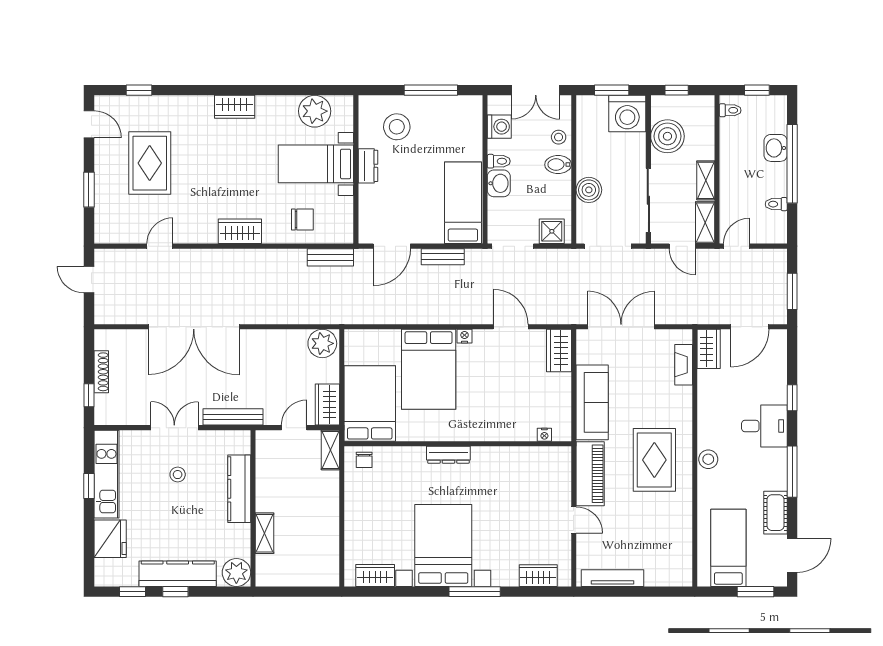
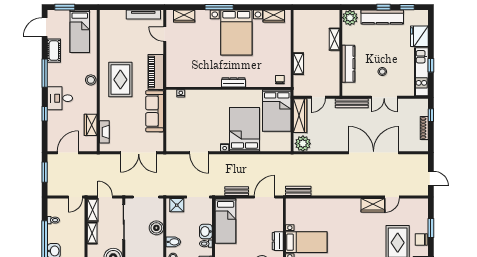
chair: (302, 220) -> (421, 239), moved
wardrobe: (240, 231) -> (373, 205), moved
wardrobe: (709, 349) -> (91, 125), moved
wardrobe: (559, 351) -> (173, 140), removed
wardrobe: (327, 405) -> (300, 116), width x1.50
shelving: (330, 450) -> (298, 64), moved
door: (574, 520) -> (165, 34), moved

